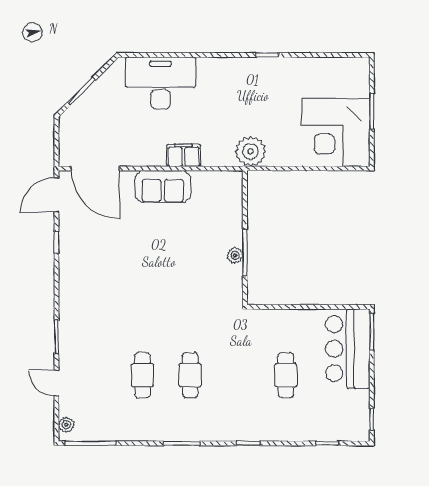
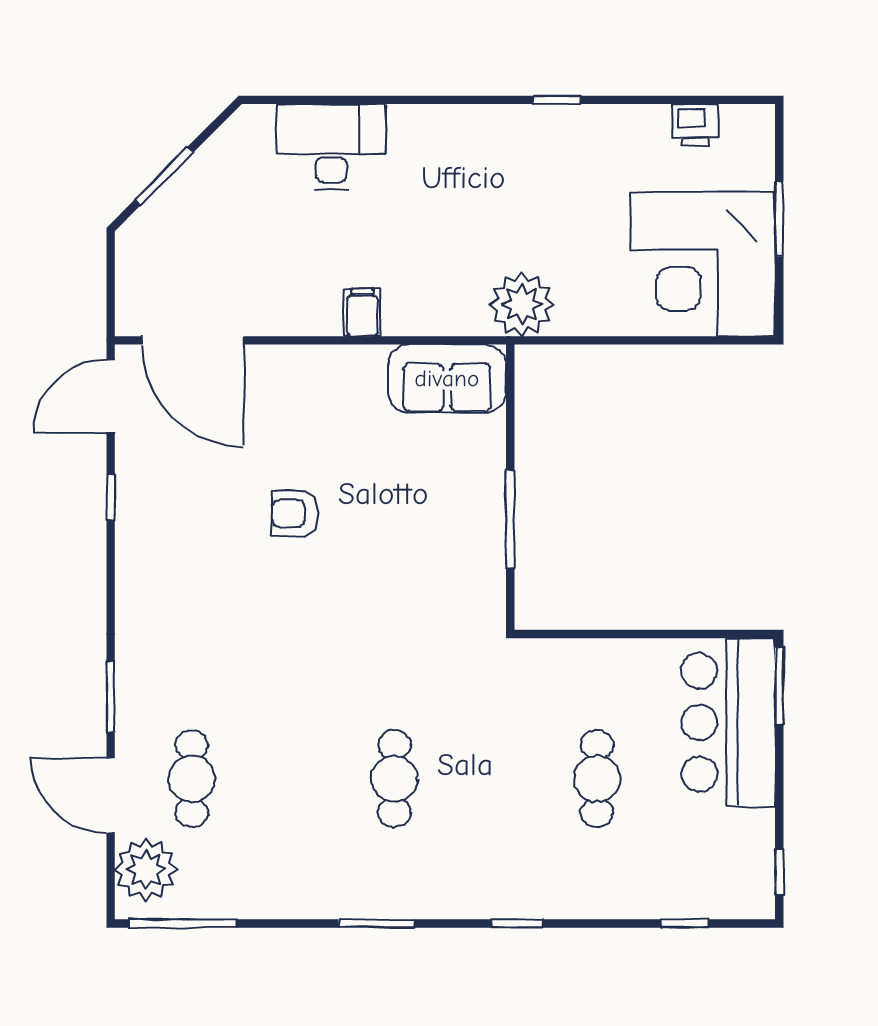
printer: (332, 67) -> (696, 125), added
desk: (160, 83) -> (331, 147), width x0.73, depth x0.77
filing cabinet: (184, 155) -> (362, 313), width x0.50
sofa: (163, 186) -> (447, 379), moved
armchair: (143, 250) -> (295, 513), added
plant: (235, 255) -> (489, 525), removed
cafe table: (142, 375) -> (192, 779), moved
door: (56, 383) -> (111, 796), width x1.38
plant: (66, 425) -> (146, 869), width x1.88, depth x1.88

